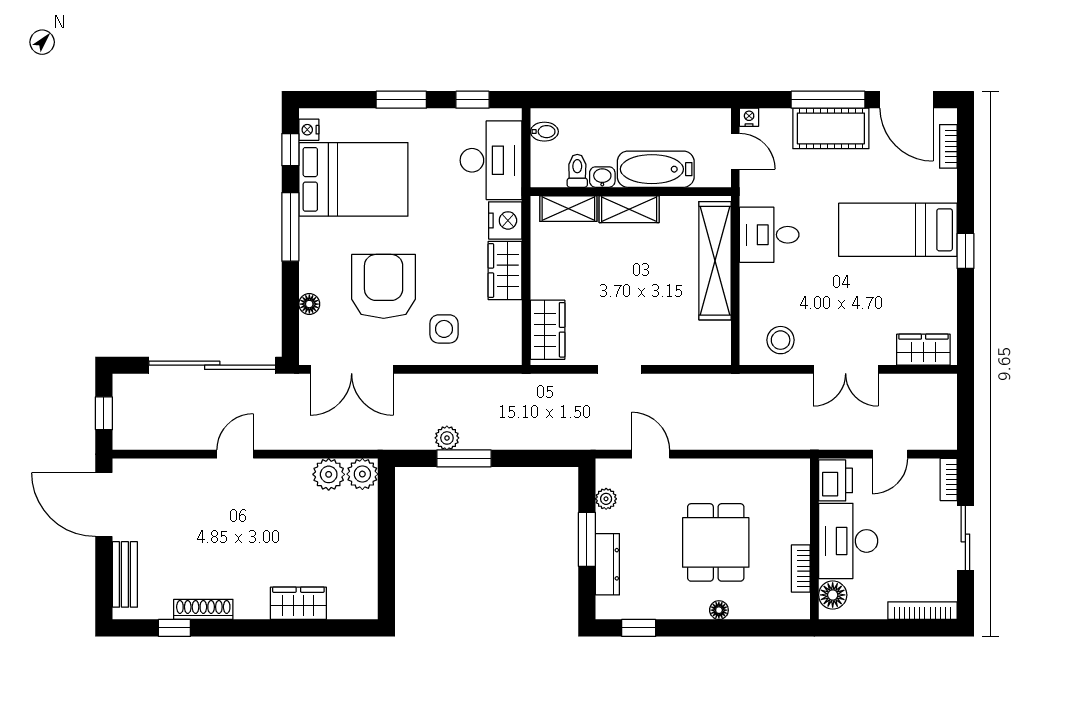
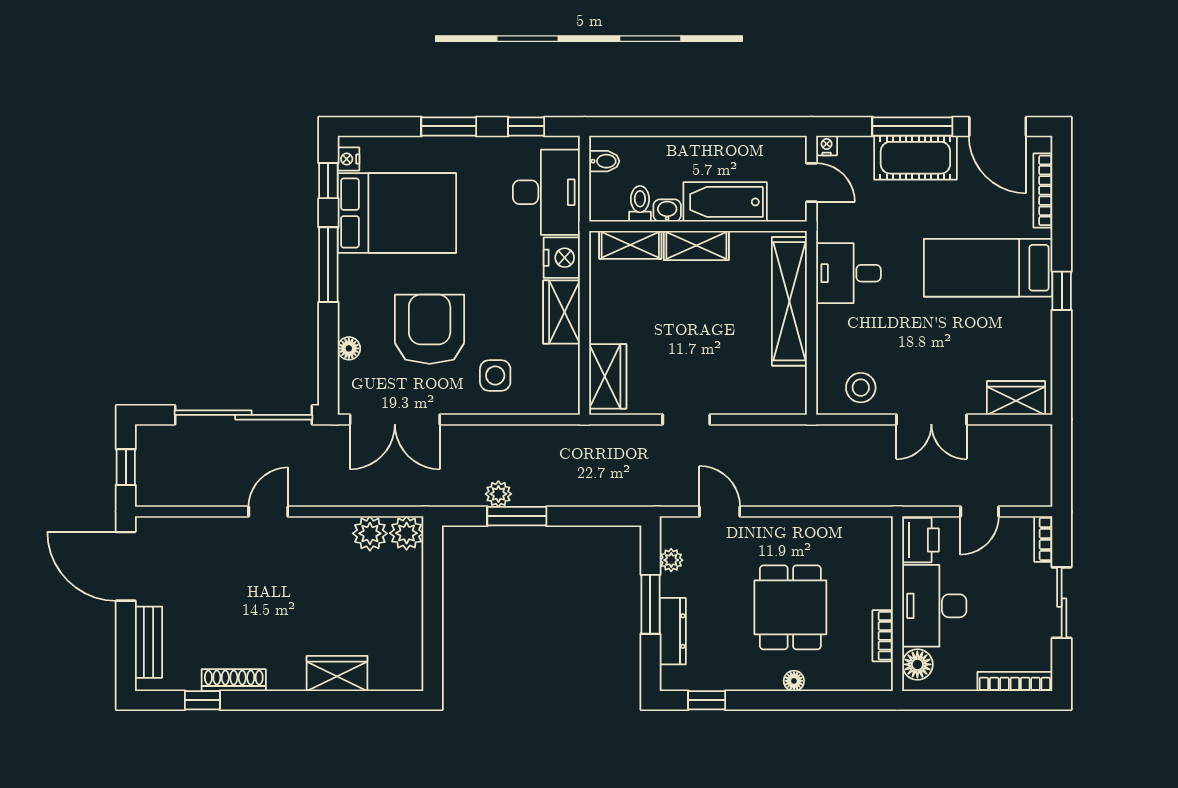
bookcase: (948, 146) -> (1043, 190), width x1.56

